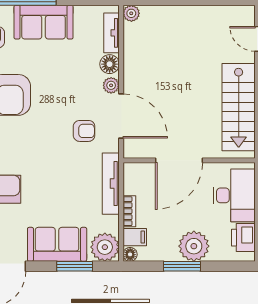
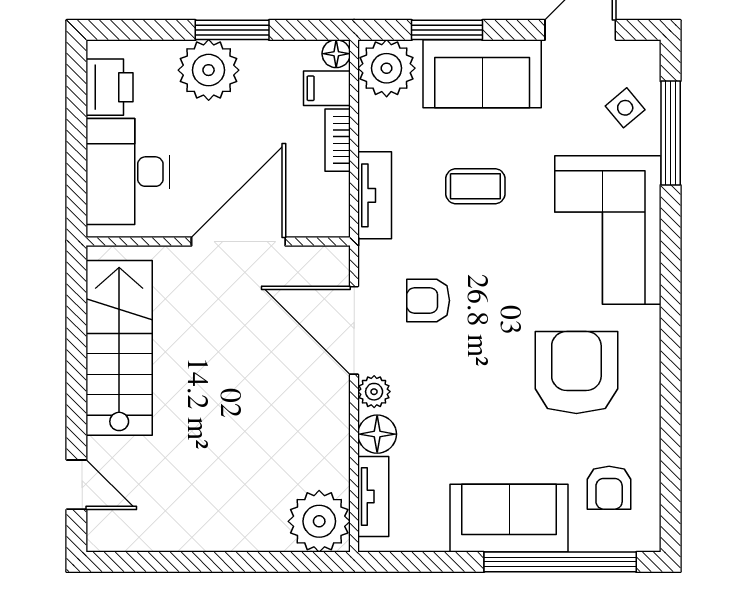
plant: (131, 13) -> (319, 521), width x1.87, depth x1.87
tv unit: (111, 184) -> (375, 195), width x0.71
coffee table: (60, 188) -> (475, 186), added

